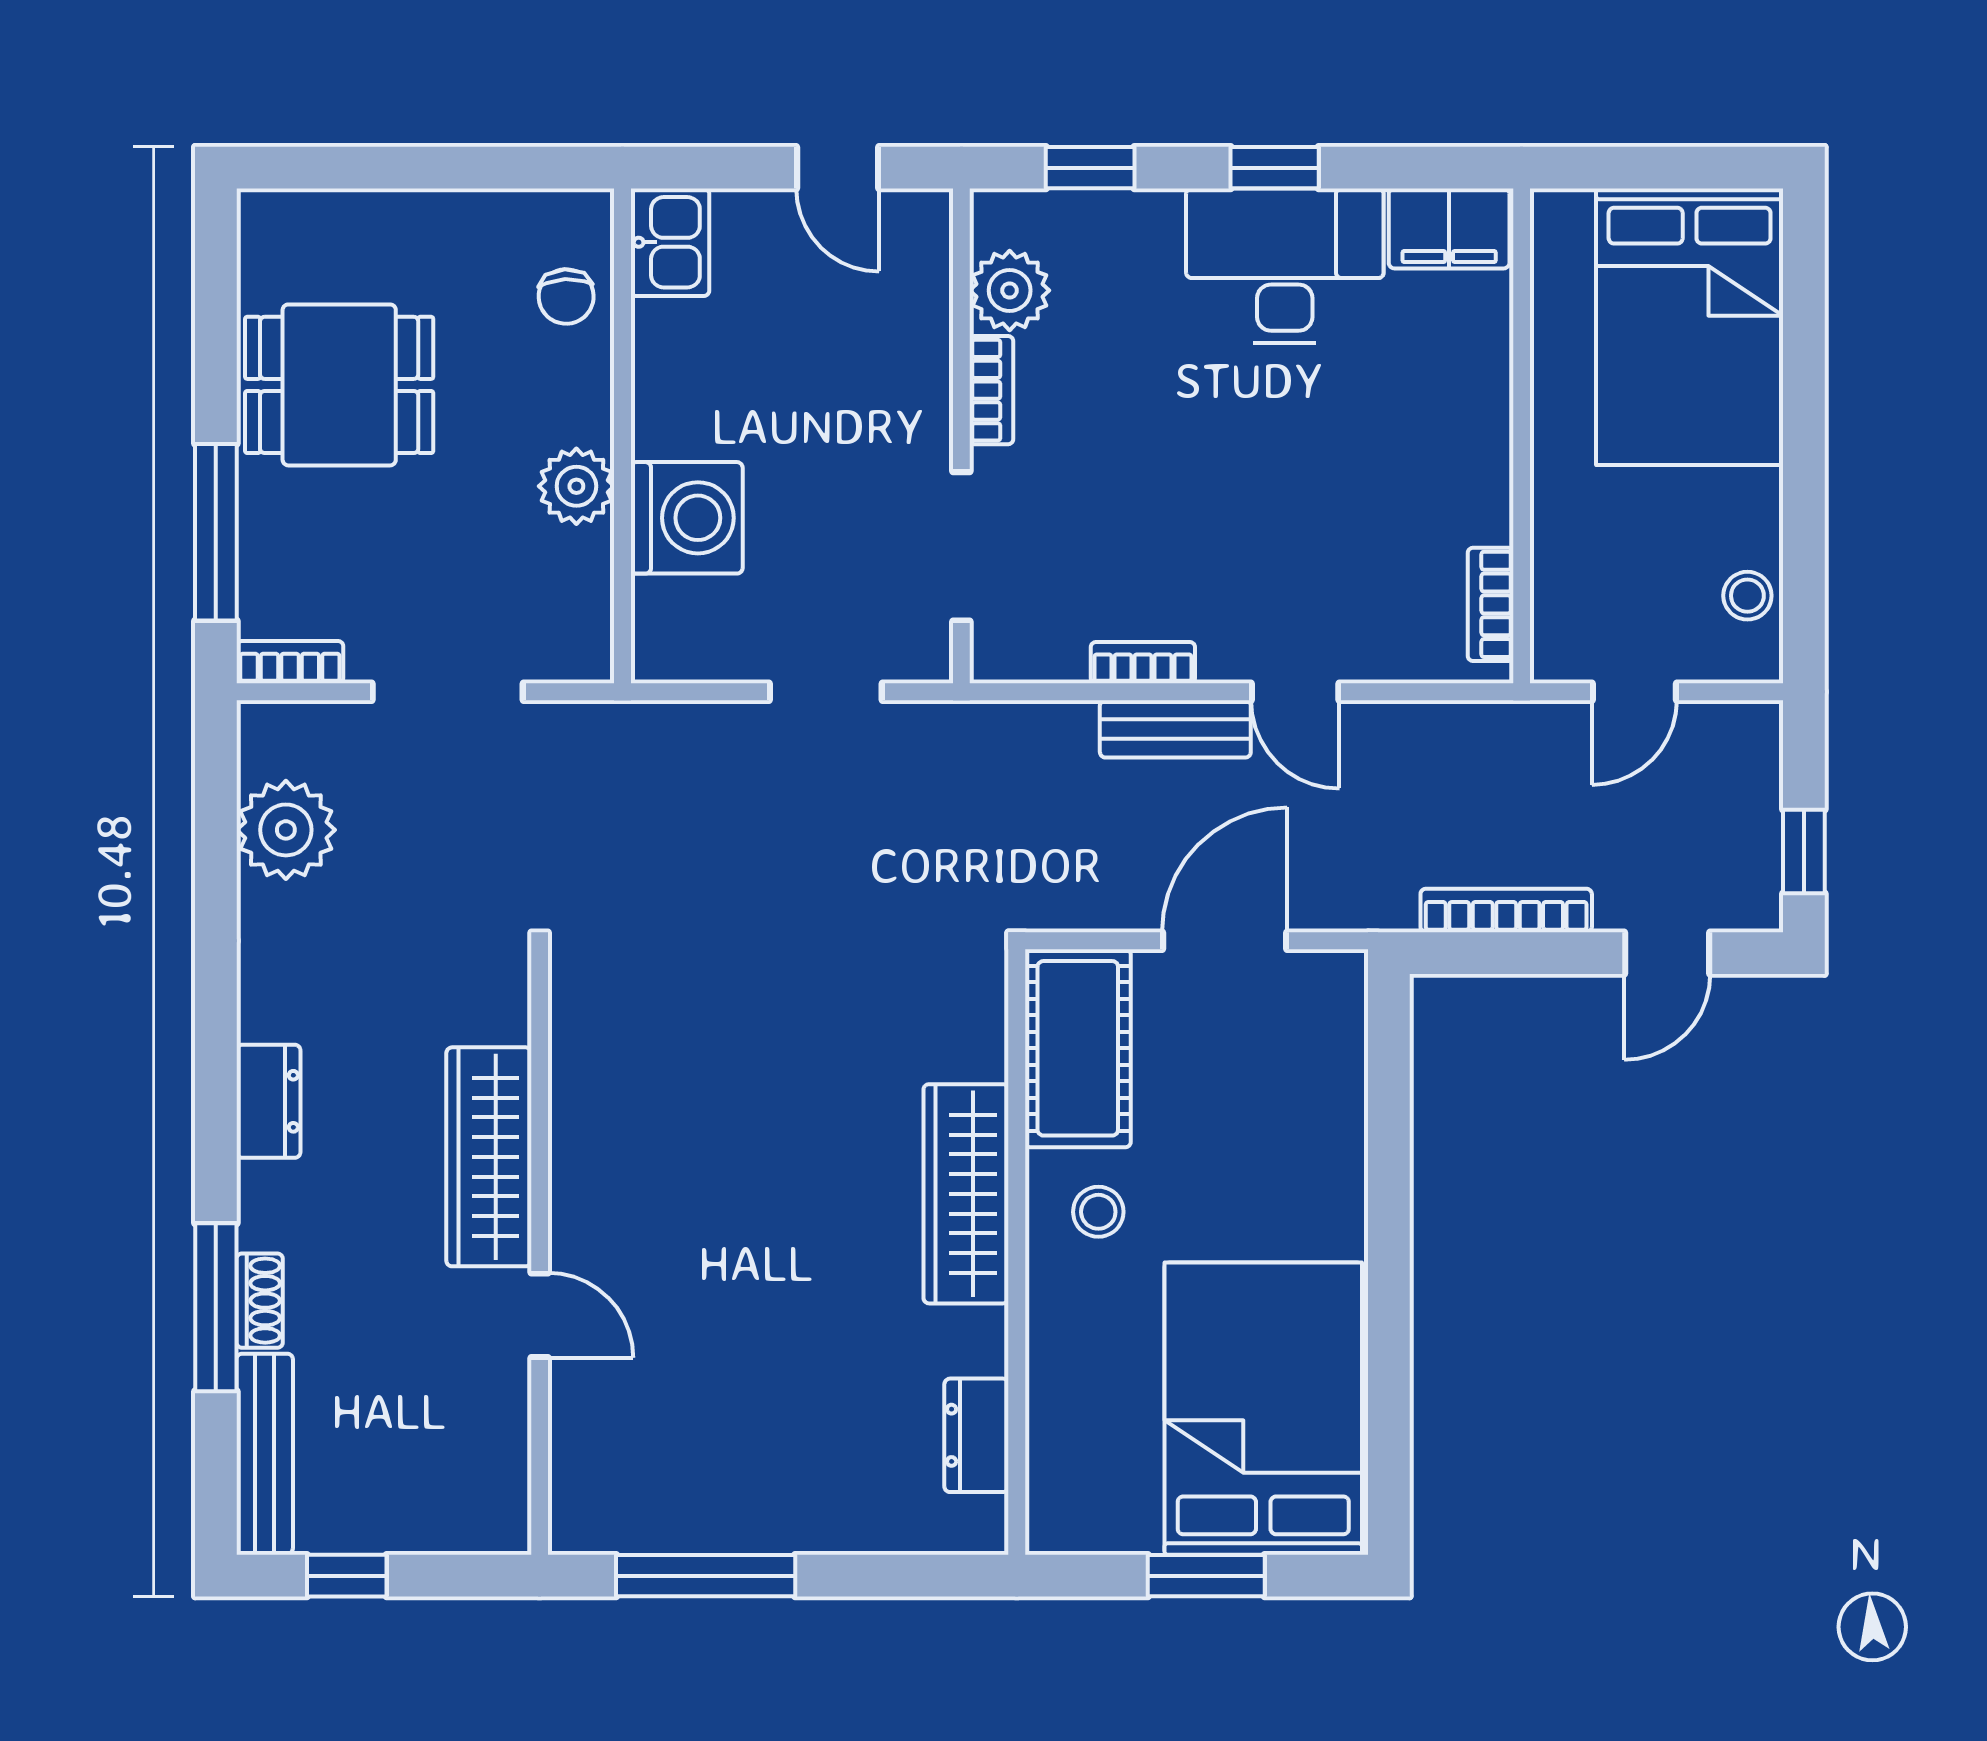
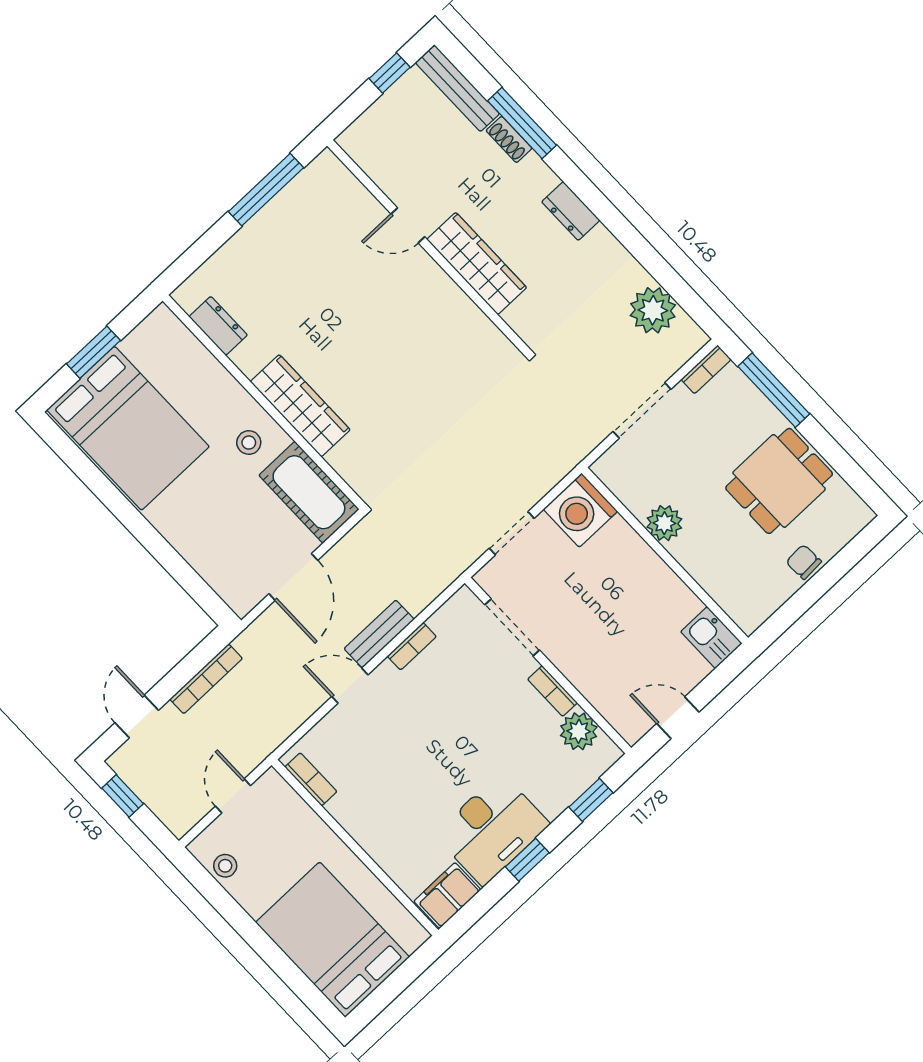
chair: (566, 297) -> (804, 562), moved
washing machine: (687, 518) -> (580, 510), moved

